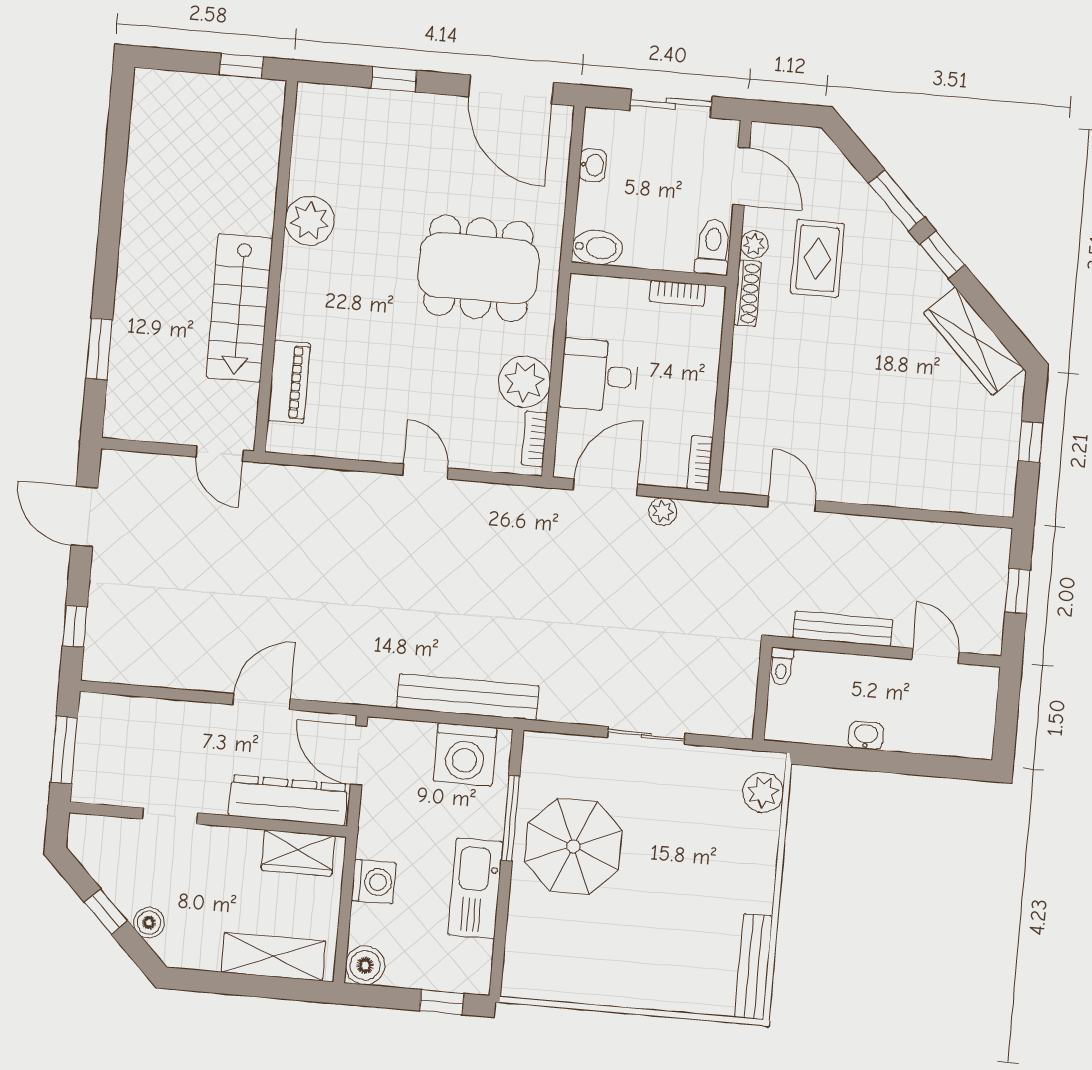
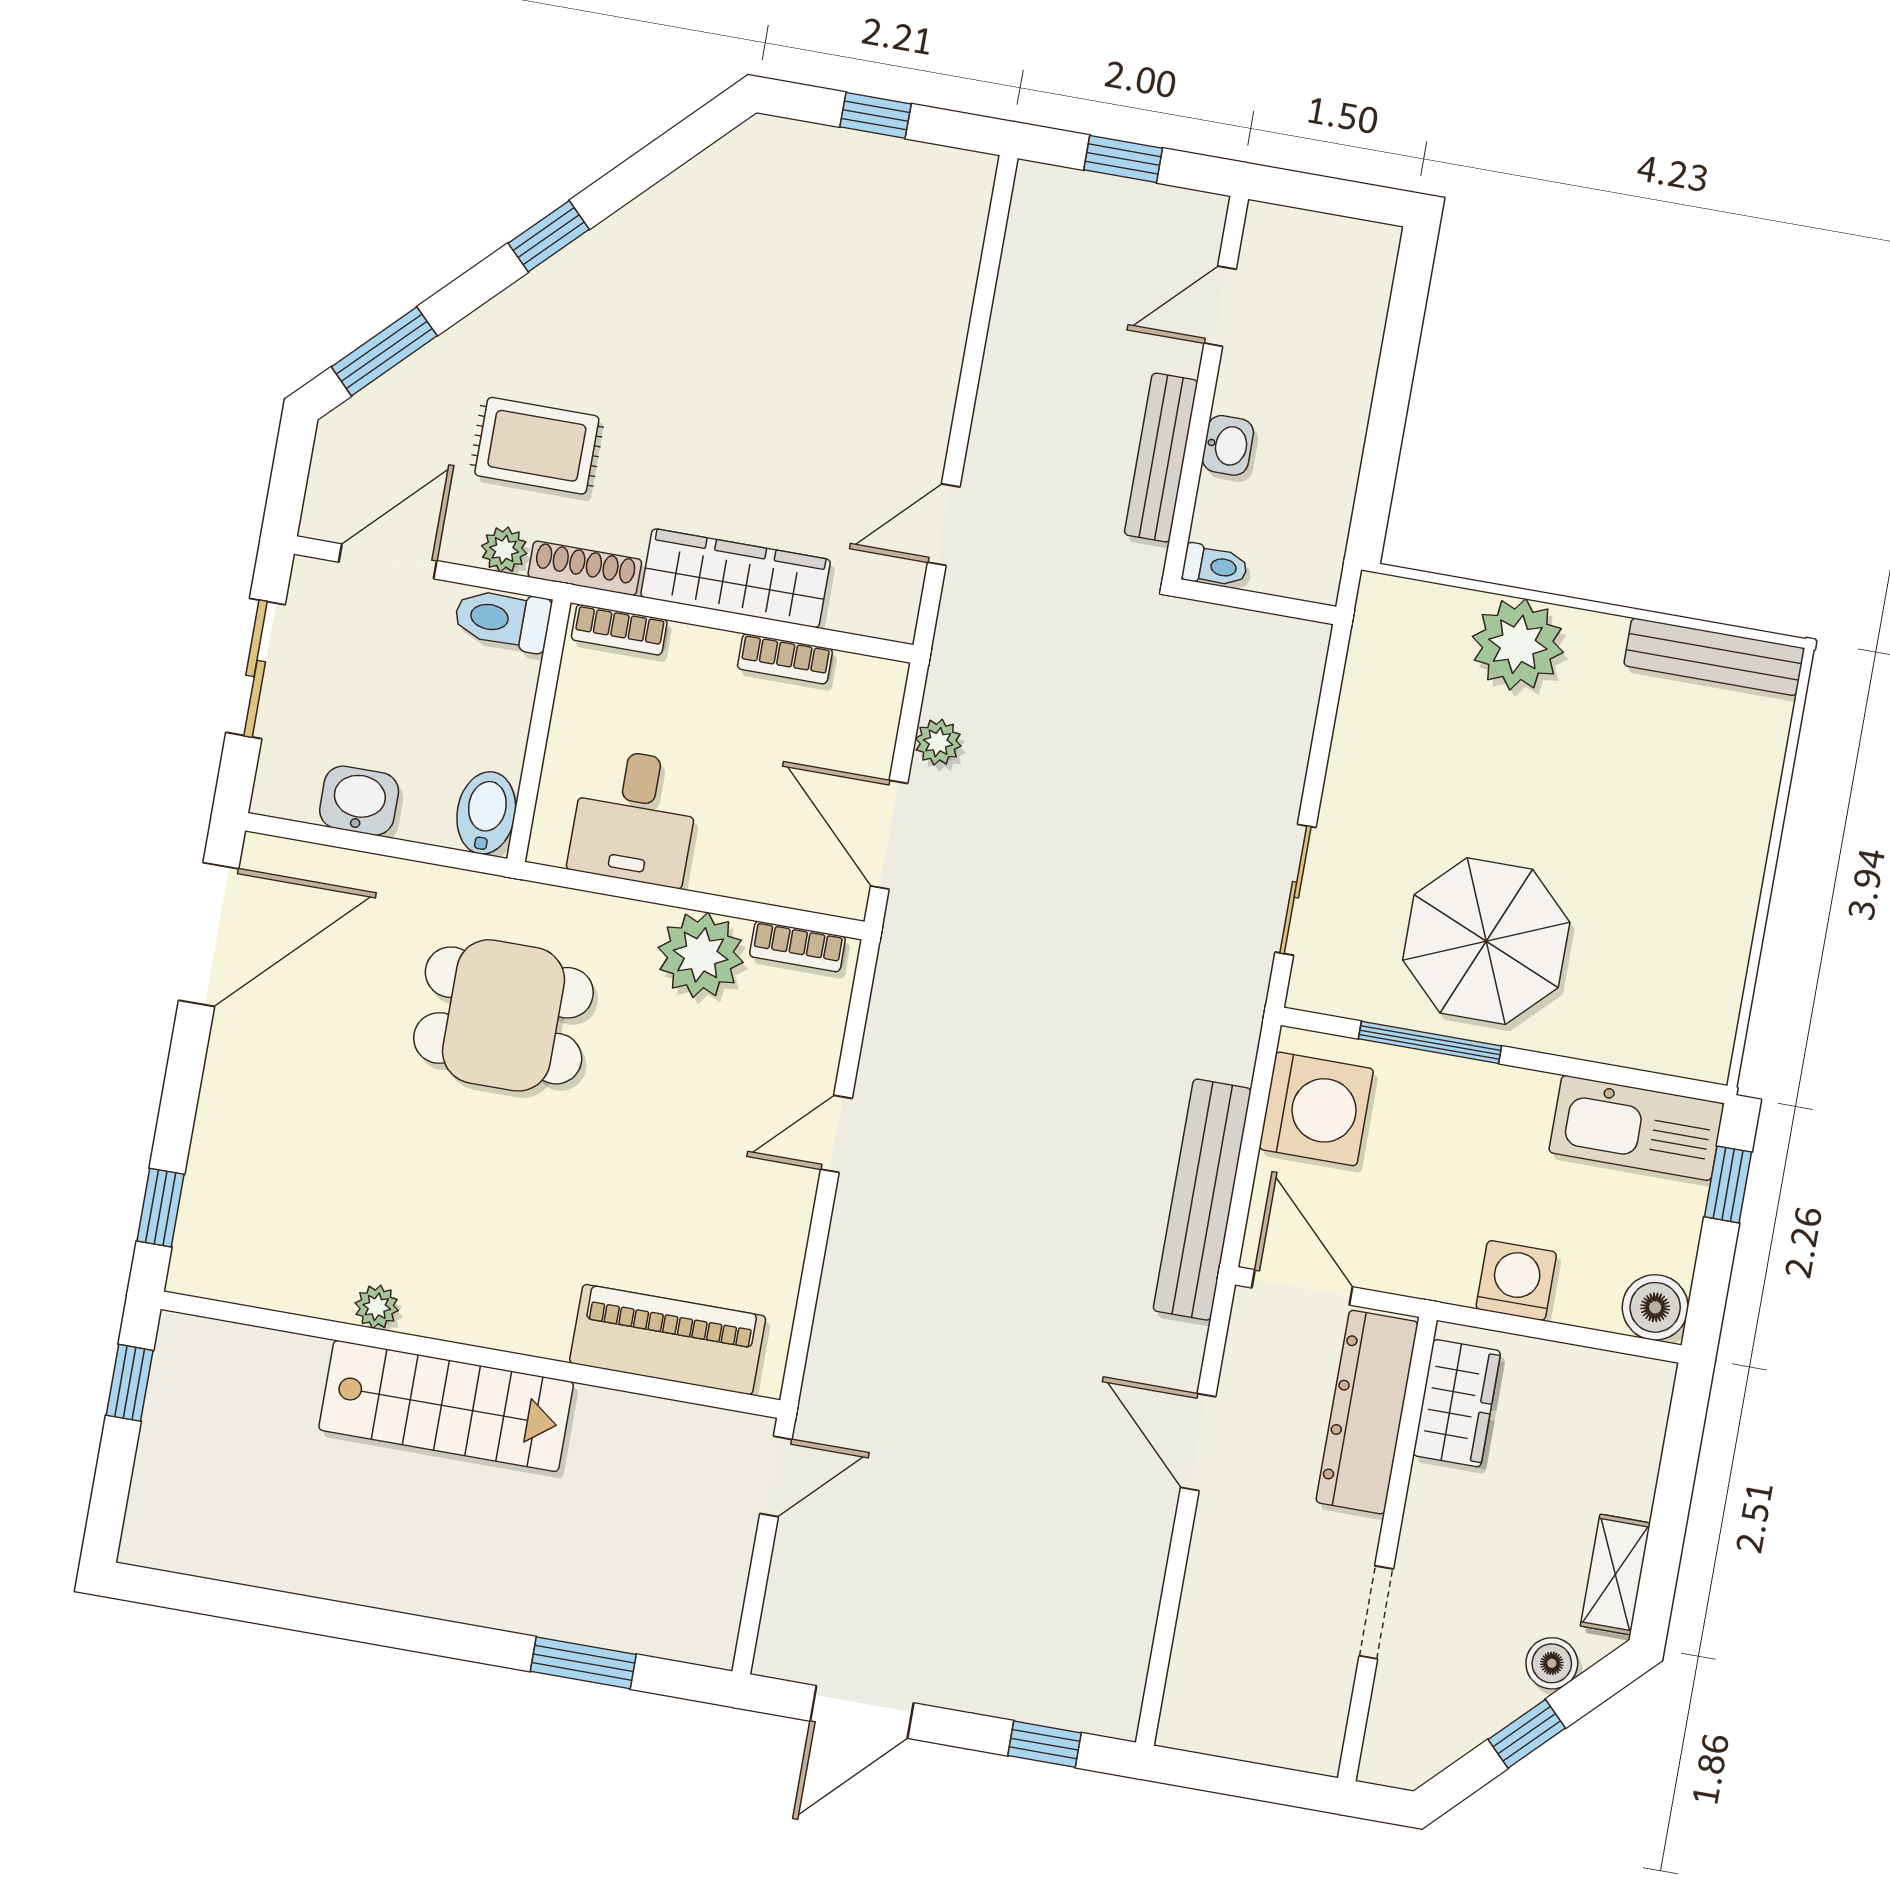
window: (394, 79) -> (161, 1208), moved
washbasin: (593, 165) -> (359, 801), width x1.38, depth x1.45
window: (897, 200) -> (384, 351), moved
plant: (310, 221) -> (377, 1307), width x0.53, depth x0.53
dining table: (478, 268) -> (503, 1015), width x0.73
bookcase: (678, 293) -> (619, 630), moved, turned 90
stairs: (239, 308) -> (446, 1406), moved
wardrobe: (974, 341) -> (736, 578), moved, turned -135
desk: (599, 375) -> (635, 817), moved
piano: (289, 382) -> (668, 1340), width x1.37, depth x1.33
bookcase: (700, 463) -> (785, 659), moved
bench: (468, 697) -> (1202, 1200), moved
sliding door: (646, 735) -> (1295, 890), moved
washbasin: (866, 736) -> (1228, 445), moved, turned 180
window: (64, 750) -> (1250, 1780), removed
door: (359, 755) -> (1302, 1287), swing flipped
plant: (763, 792) -> (1518, 644), moved, width x1.36, depth x1.36
kitchen sink: (475, 888) -> (1636, 1128), moved
shelving: (274, 957) -> (1615, 1574), moved, width x0.67, depth x0.75

